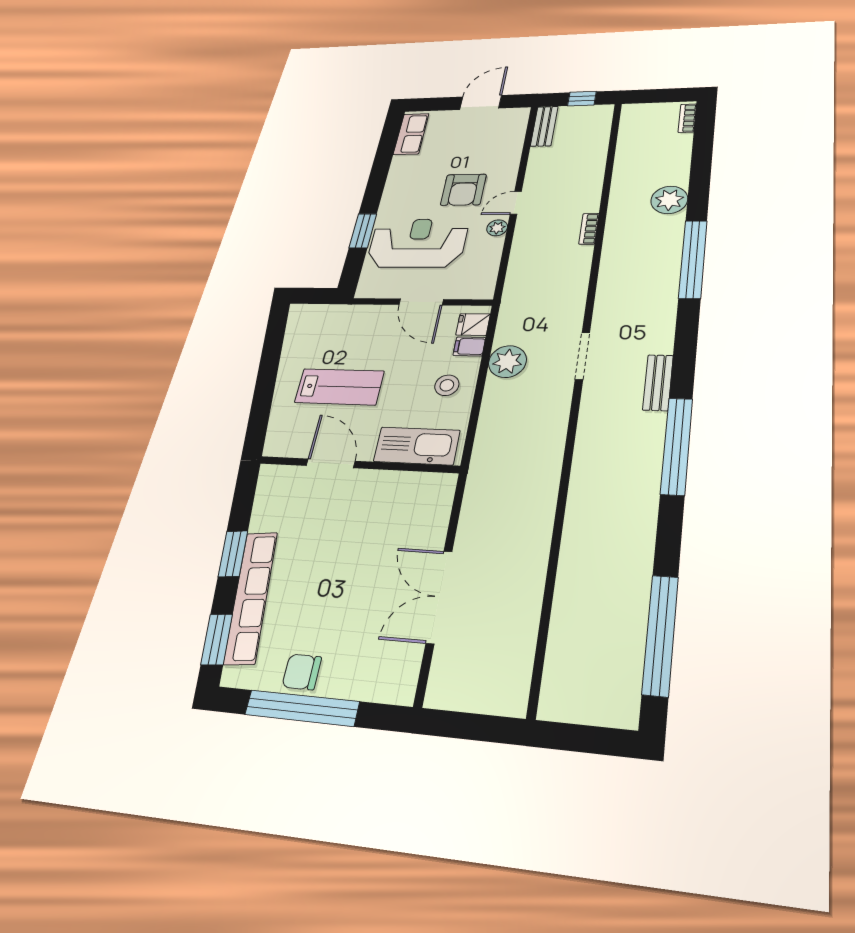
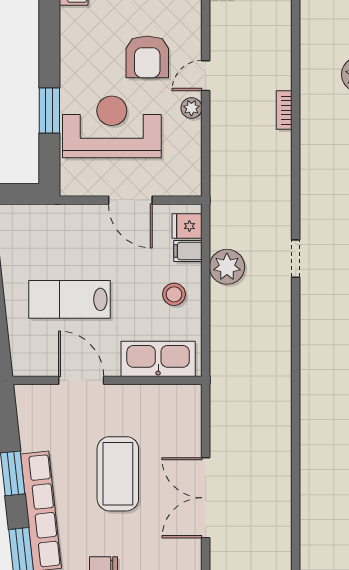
doorway: (582, 356) -> (296, 259), width x0.73
lab bench: (339, 387) -> (70, 299), turned 180
coffee table: (345, 562) -> (118, 474), added

